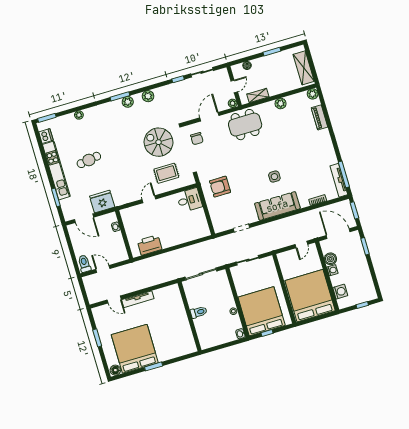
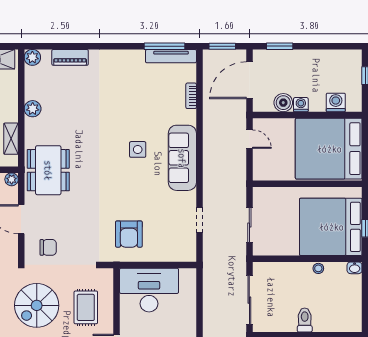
desk: (189, 200) -> (149, 290), width x1.87, depth x1.30

